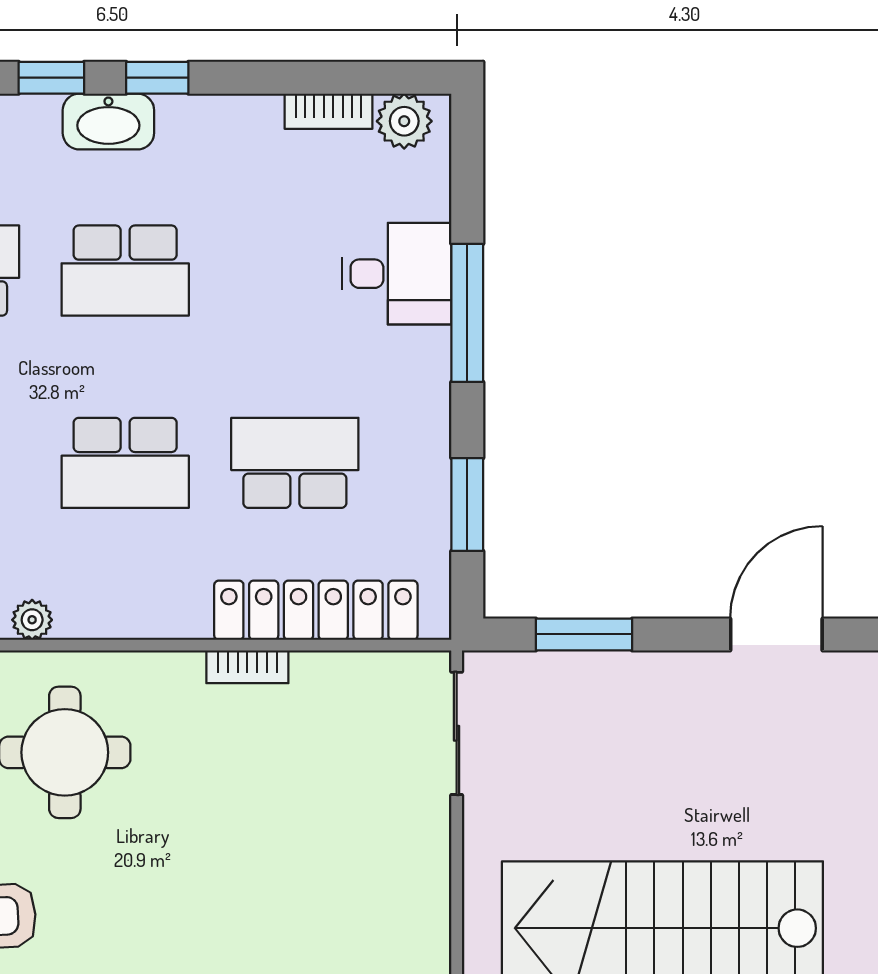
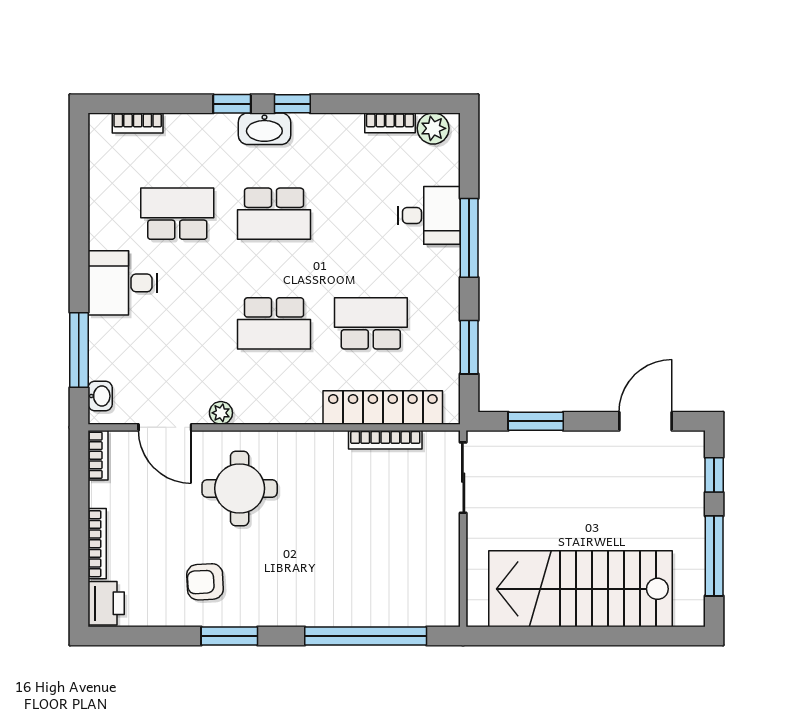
bookcase: (247, 667) -> (385, 440), moved, width x1.56

